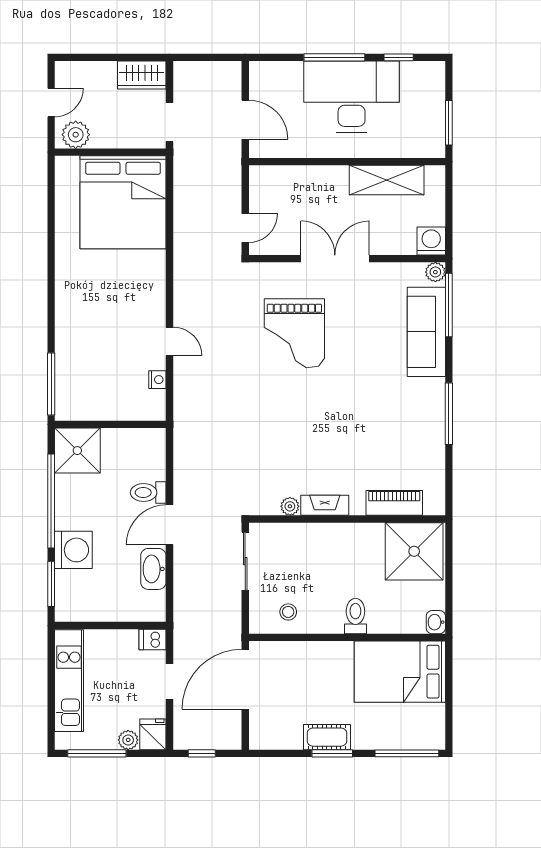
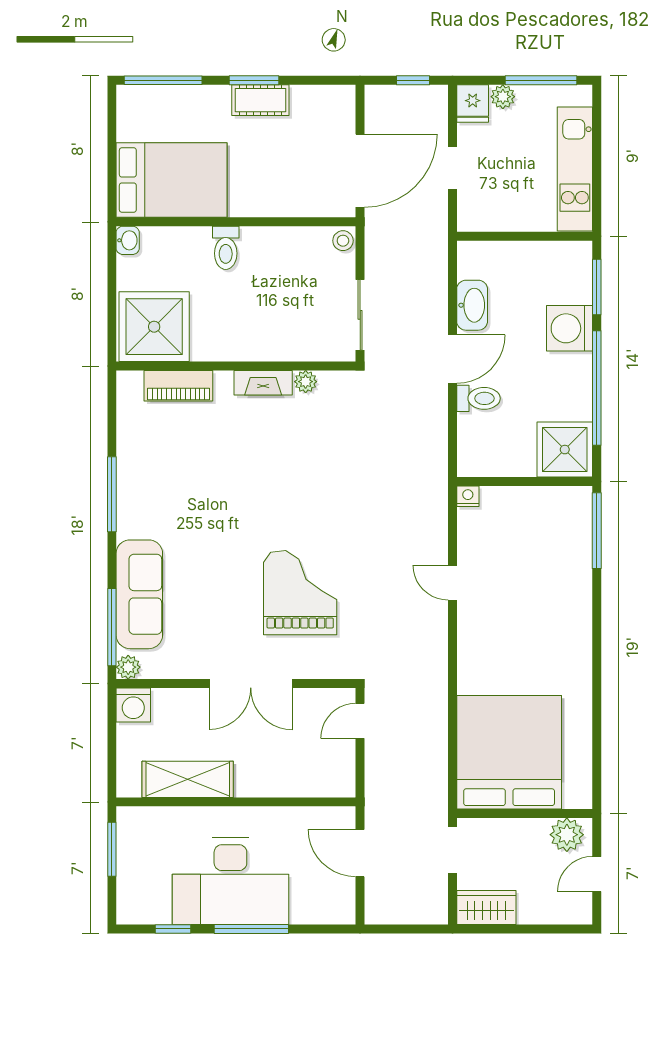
nightstand: (157, 380) -> (468, 496), moved, turned 90
stool: (288, 612) -> (343, 241), moved
dishwasher: (153, 639) -> (473, 219), removed

